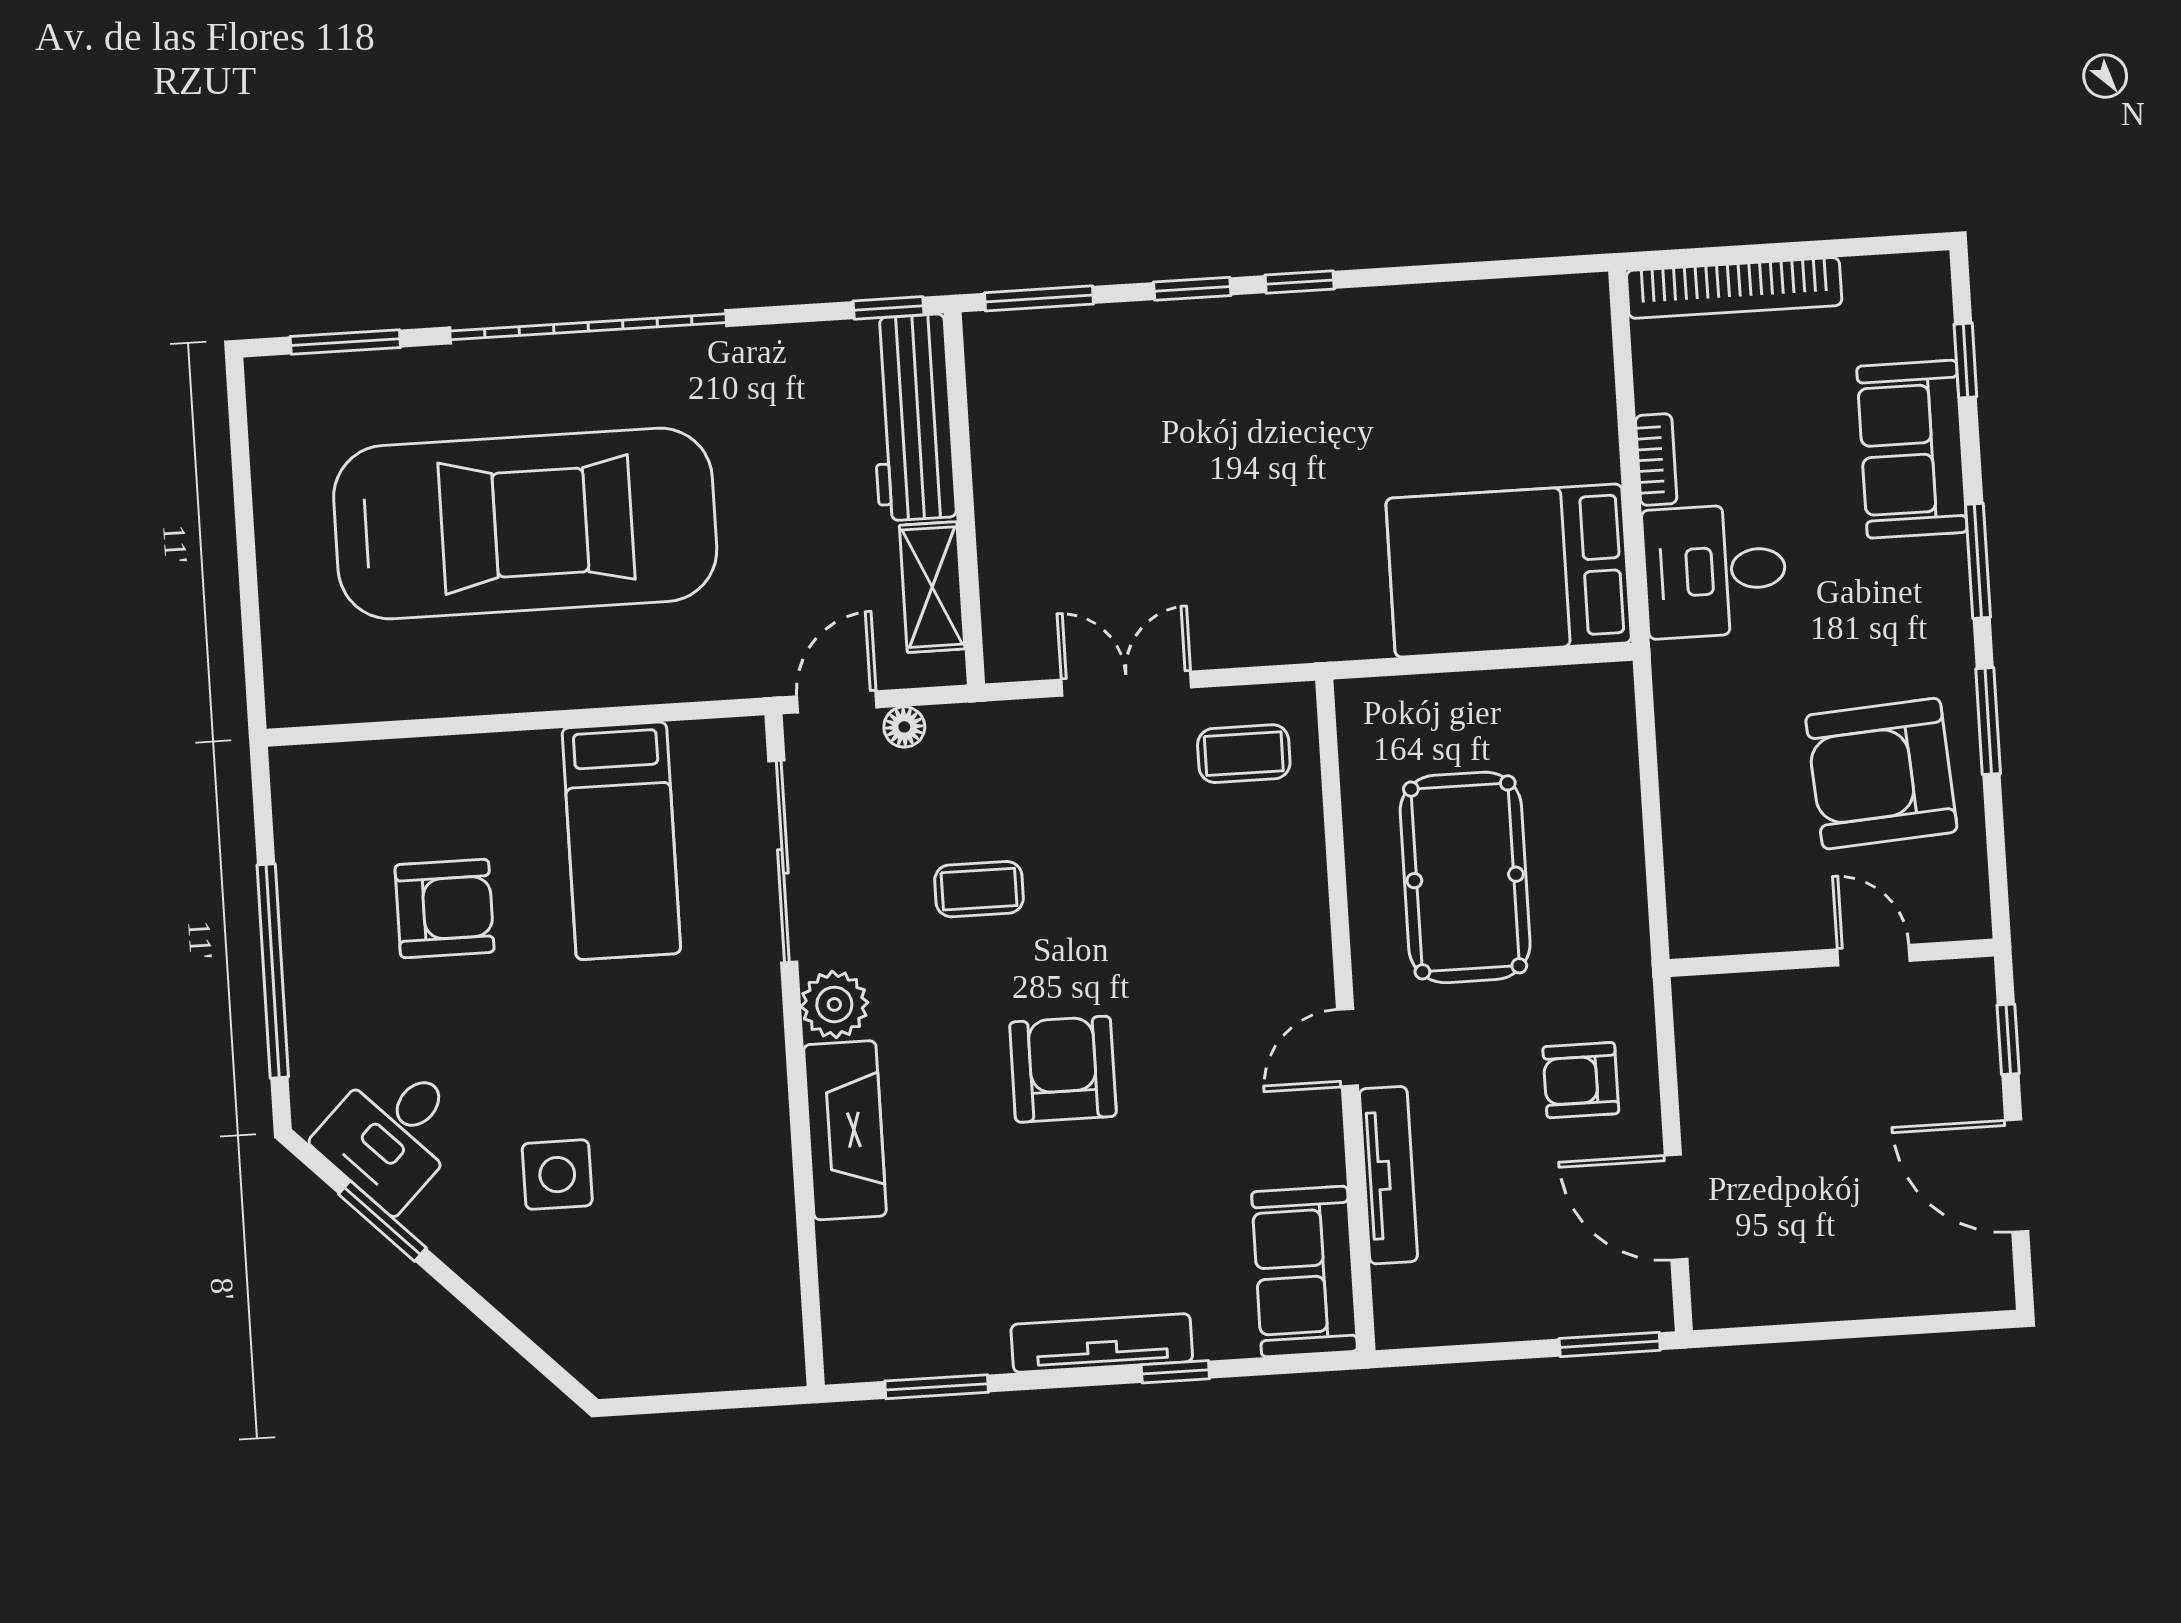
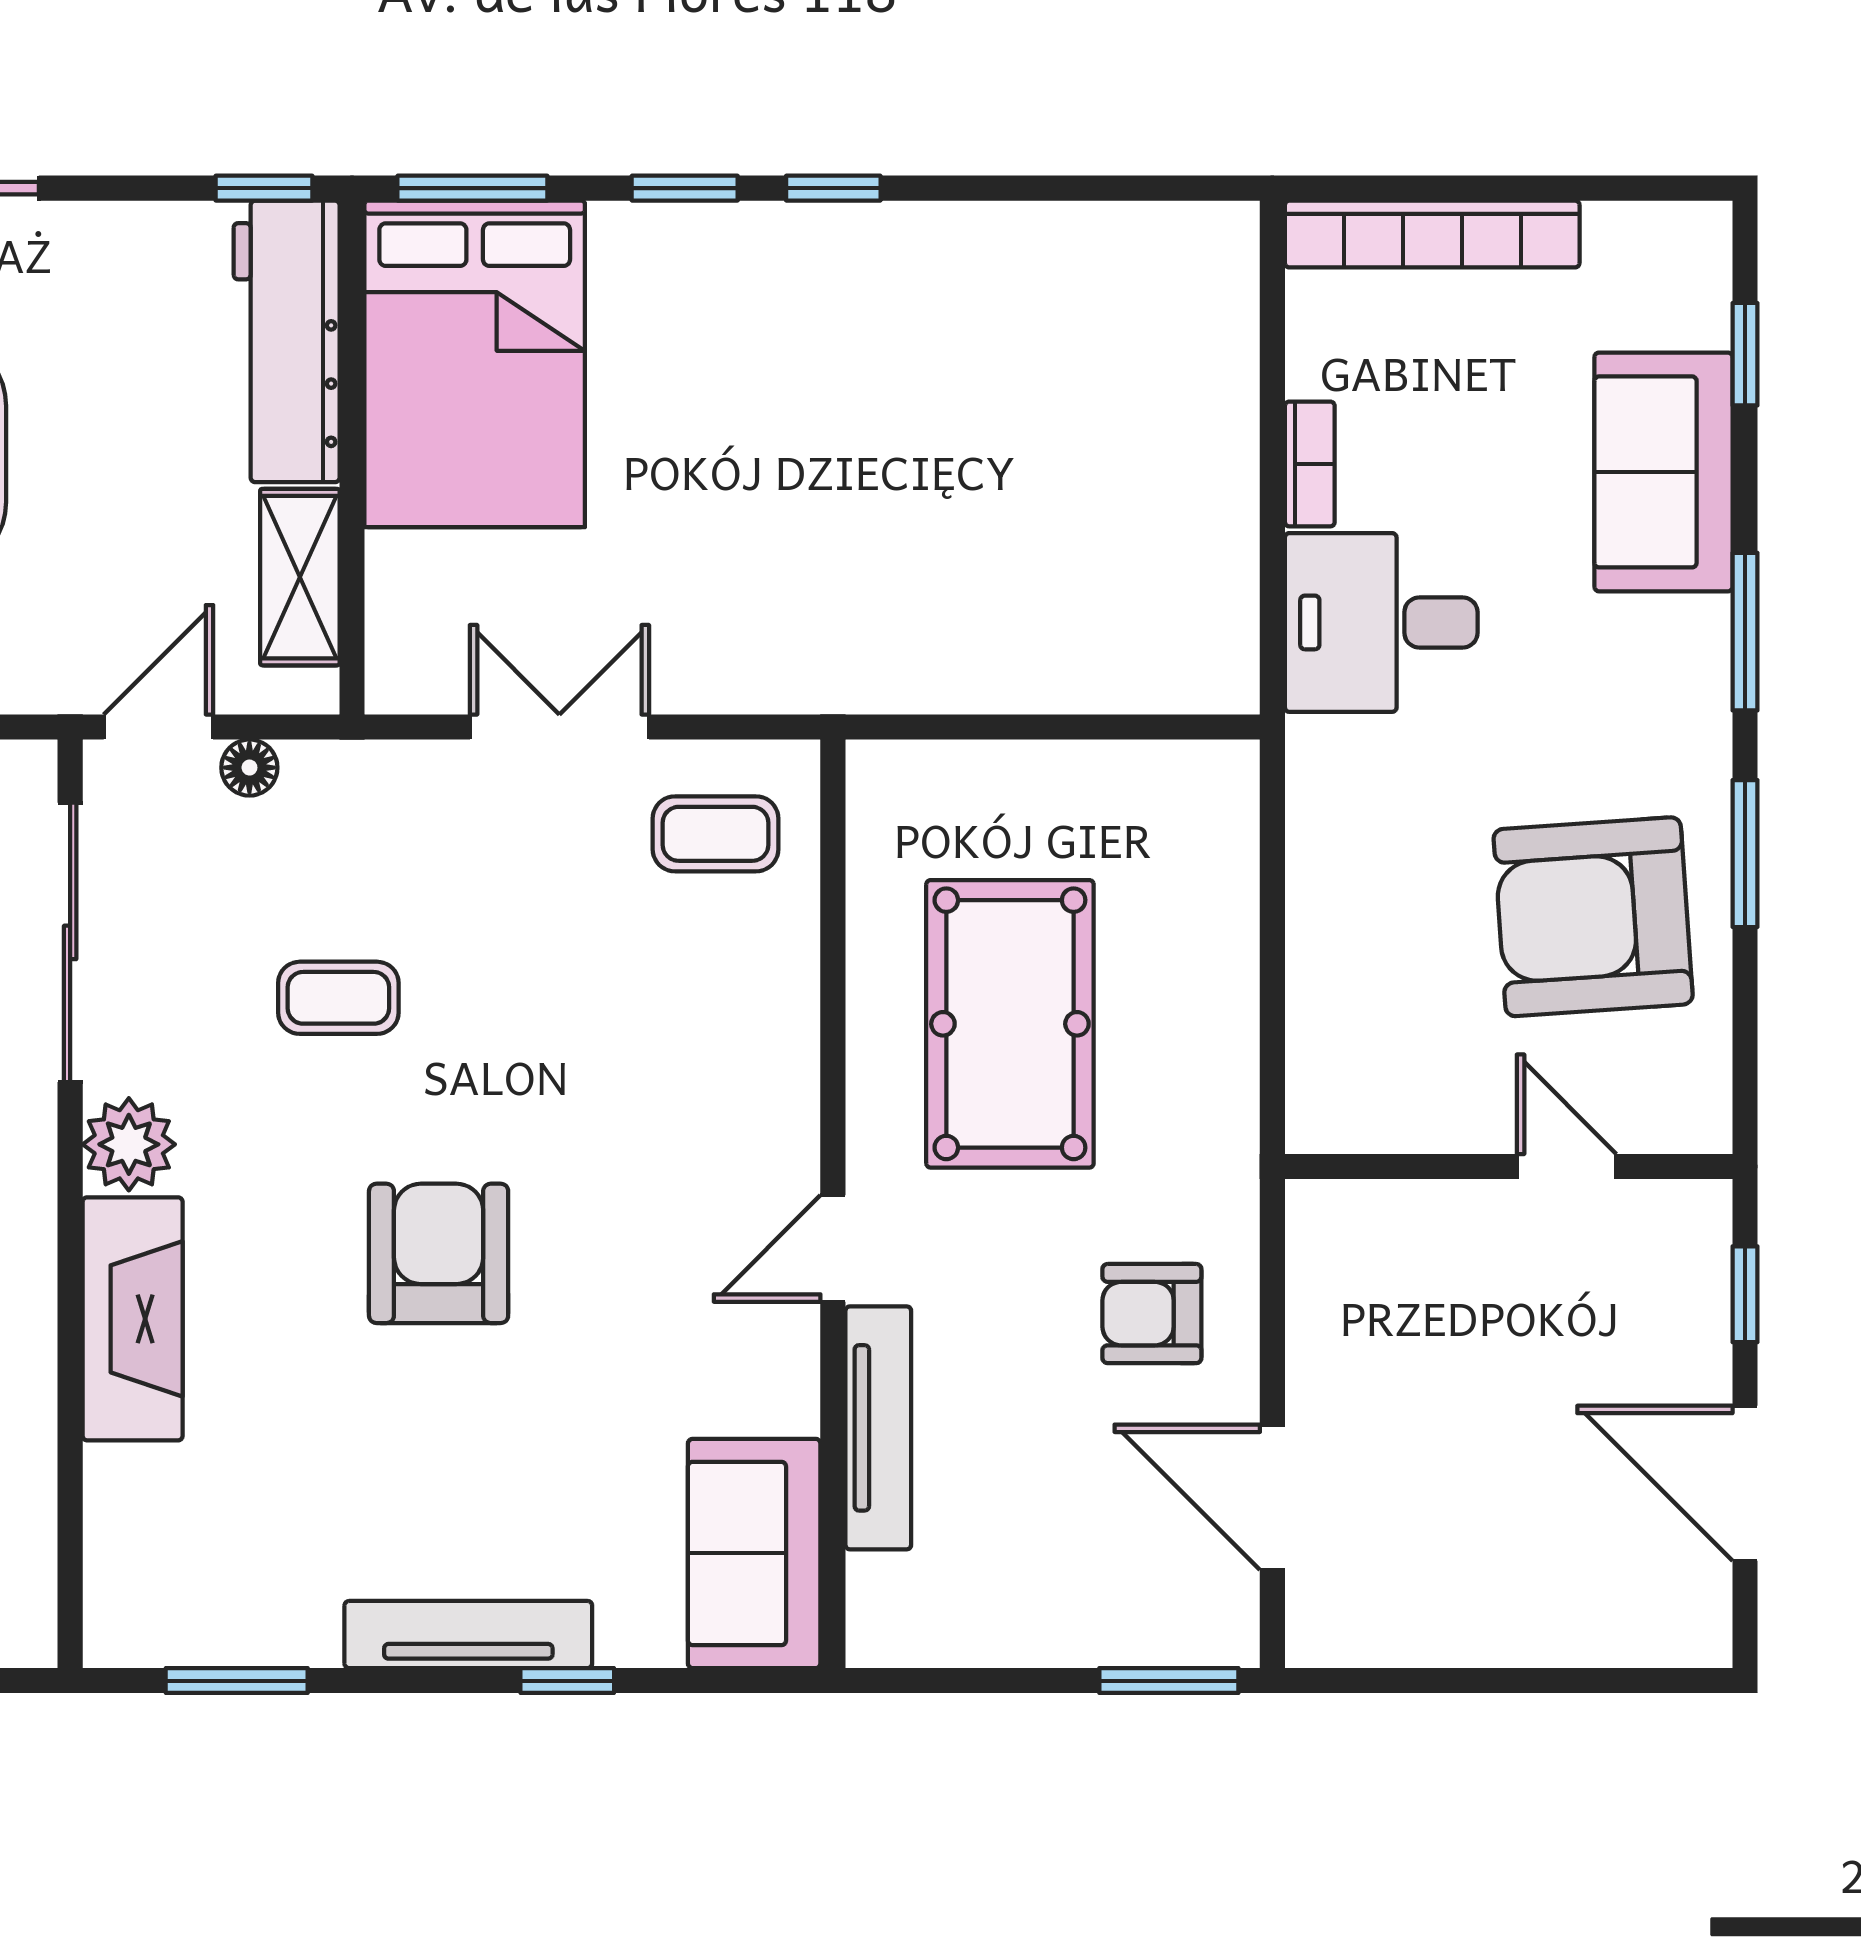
bed: (1509, 571) -> (475, 364), moved, turned -90

